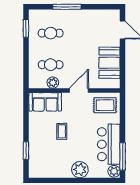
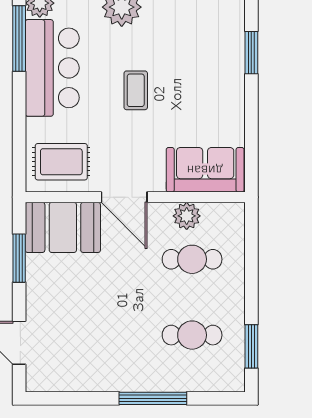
booth: (110, 63) -> (63, 227), moved, turned 90
window: (123, 65) -> (19, 258), added
door: (79, 90) -> (124, 197), hinge flipped
coffee table: (62, 131) -> (136, 90), moved

